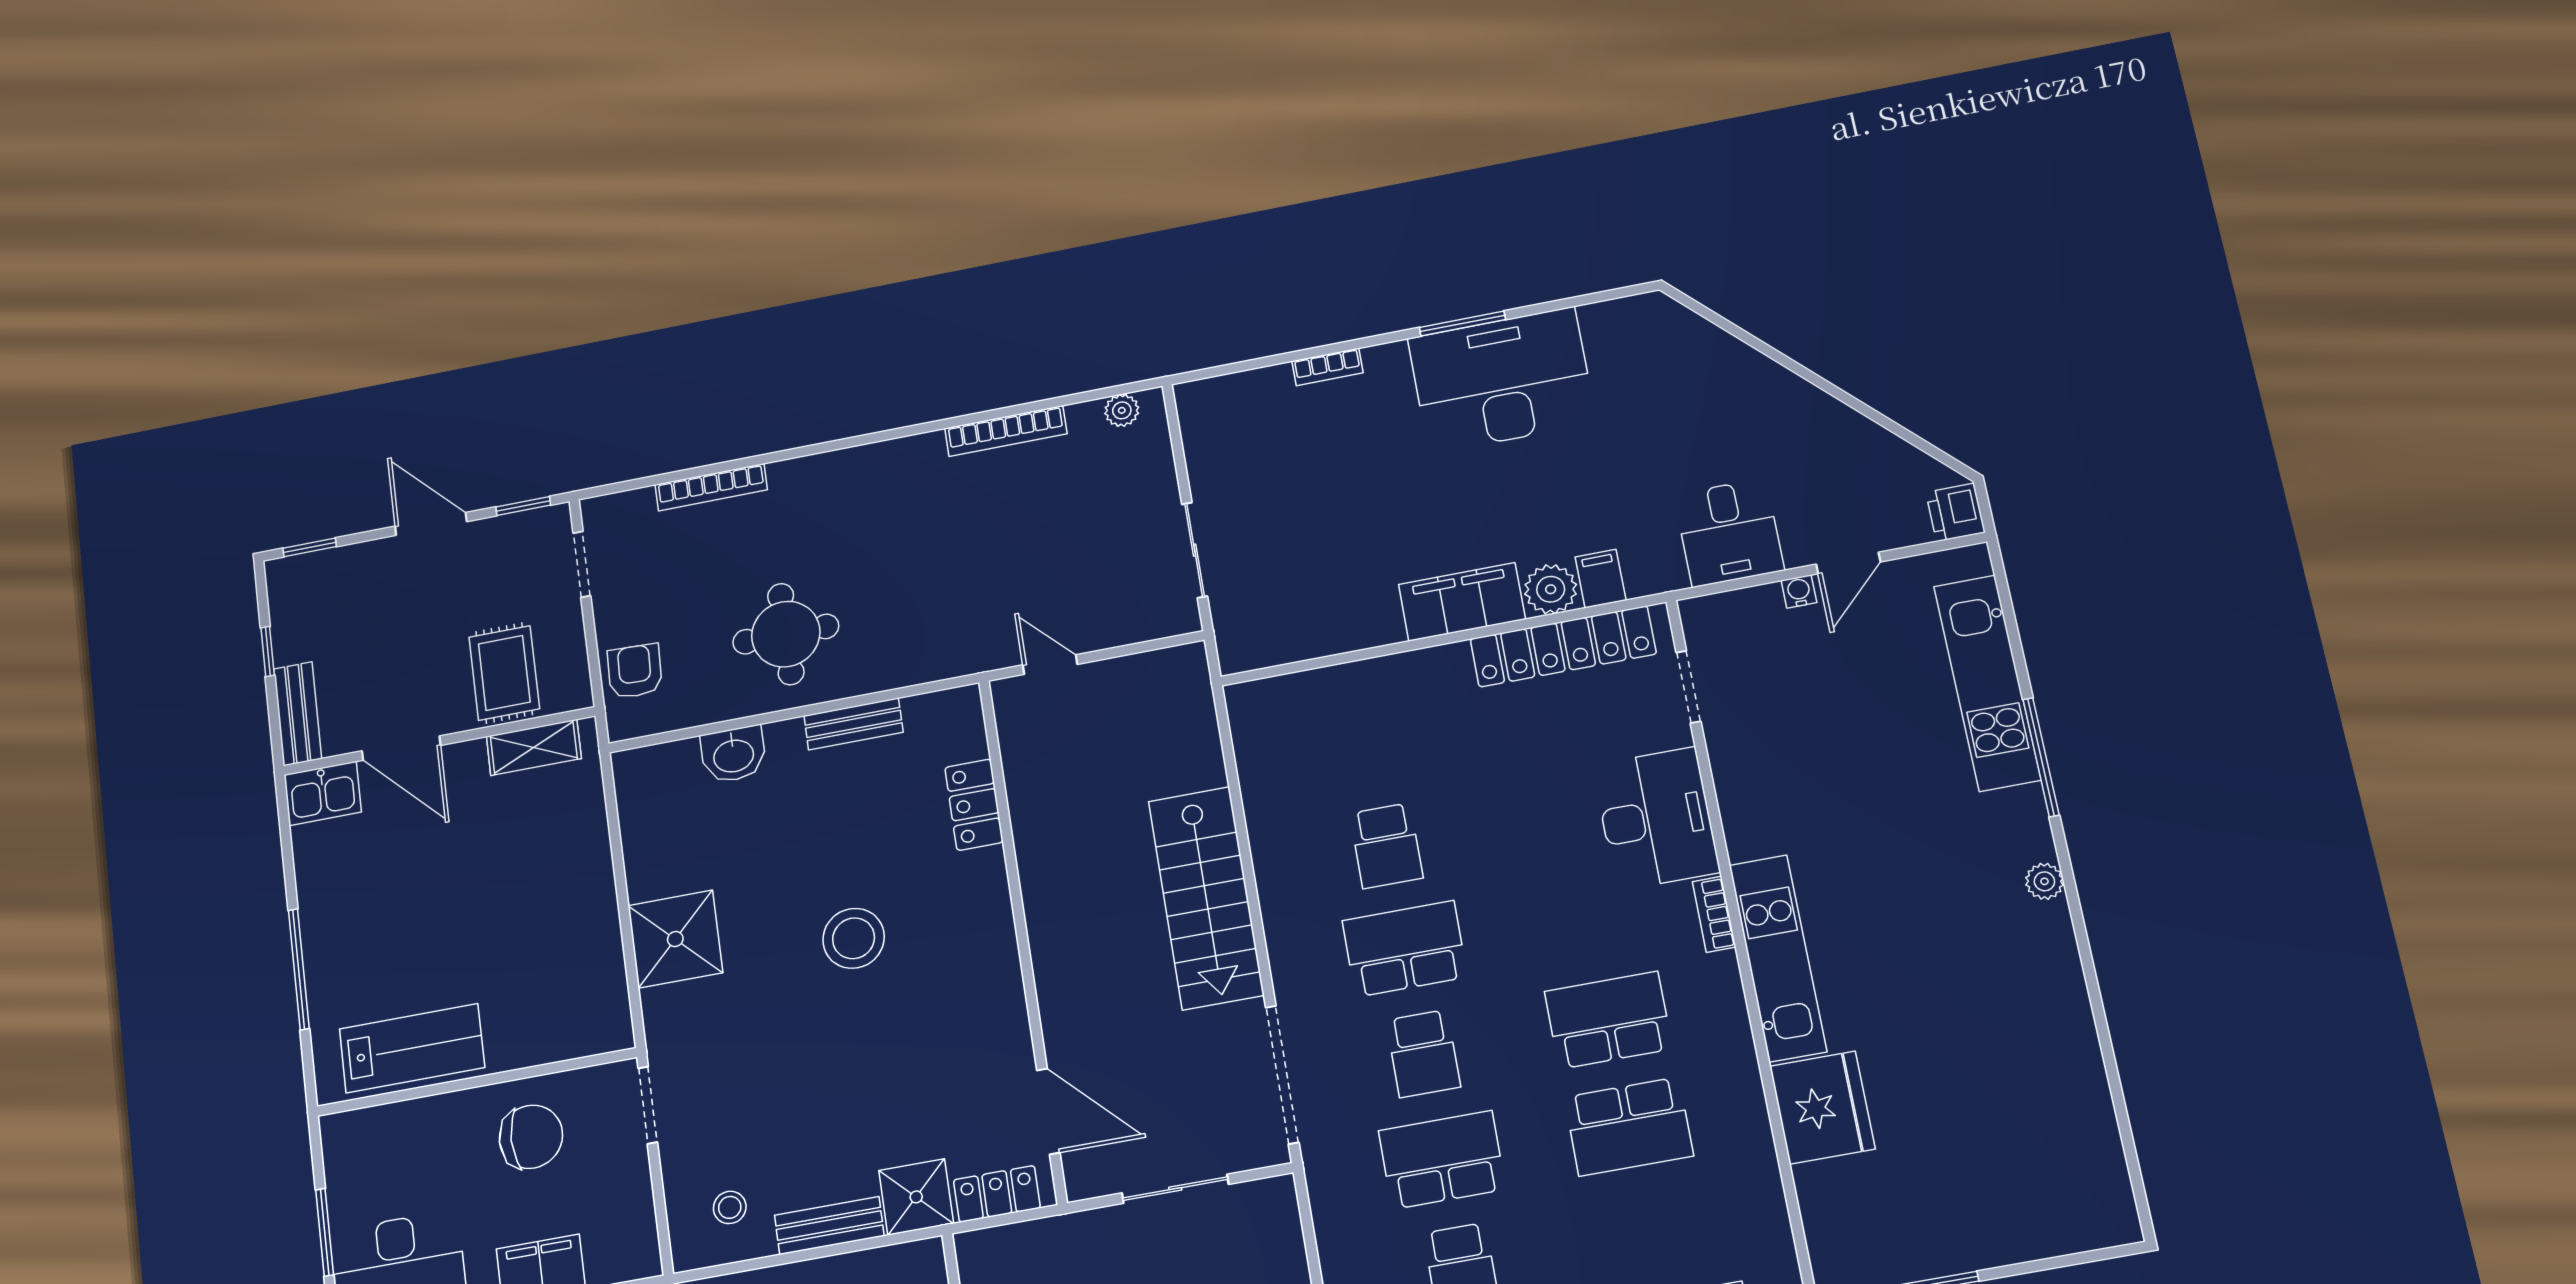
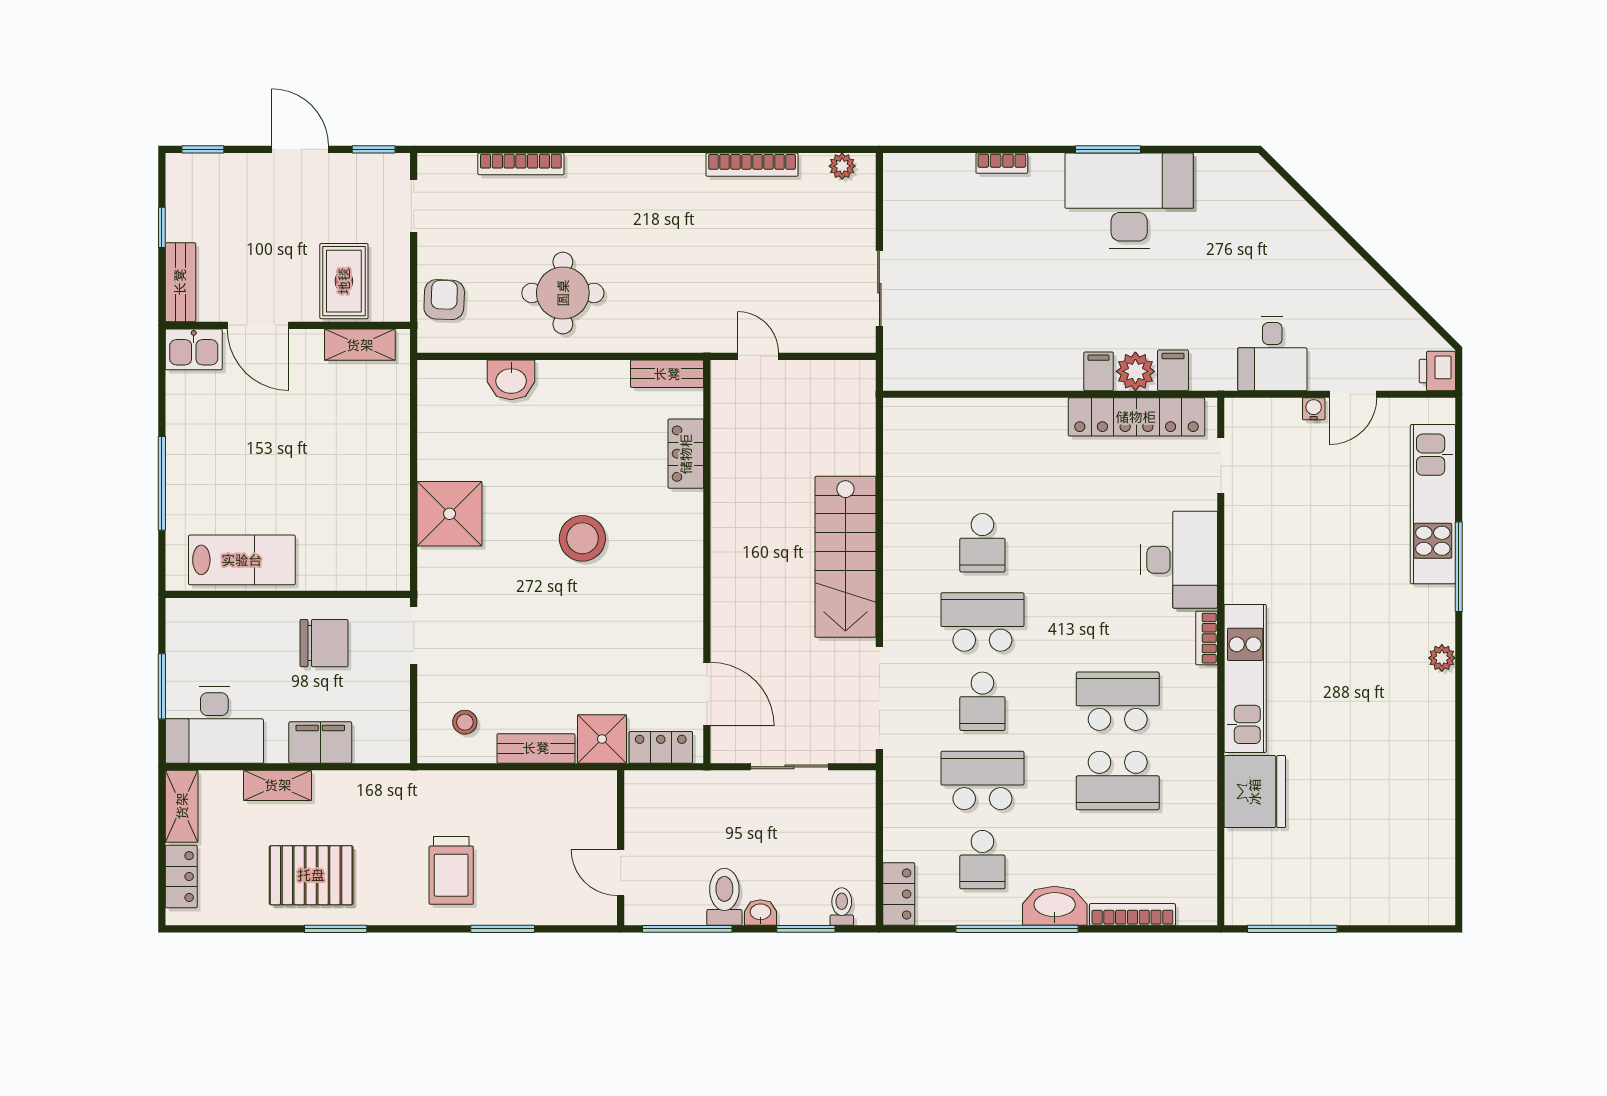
filing cabinet: (1462, 602) -> (1099, 371), width x0.33, depth x0.86
bench: (853, 724) -> (667, 374), moved

